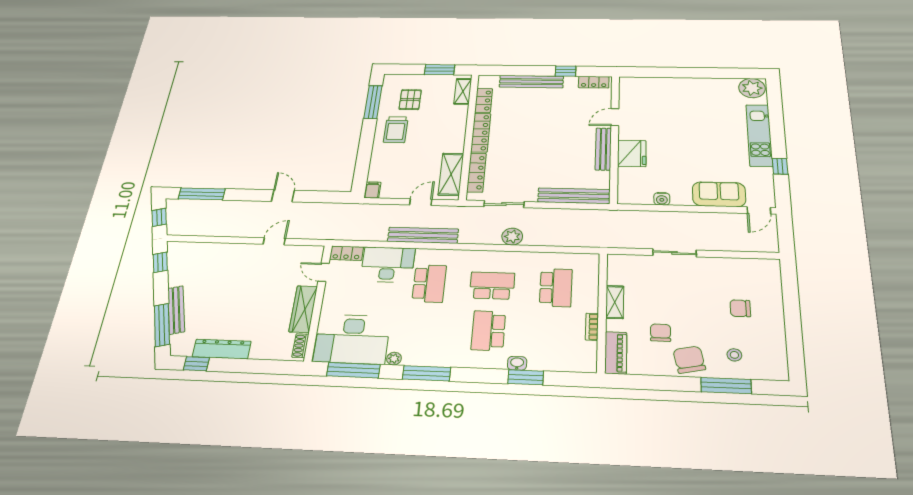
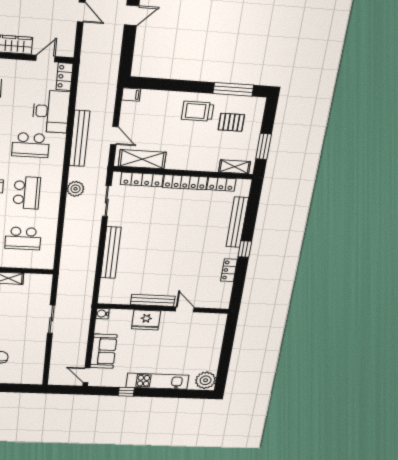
door: (615, 117) -> (185, 309), moved
wall: (614, 138) -> (163, 309), moved
bench: (603, 149) -> (153, 300), moved
fridge: (632, 153) -> (146, 320), moved
plant: (512, 237) -> (75, 189), moved

